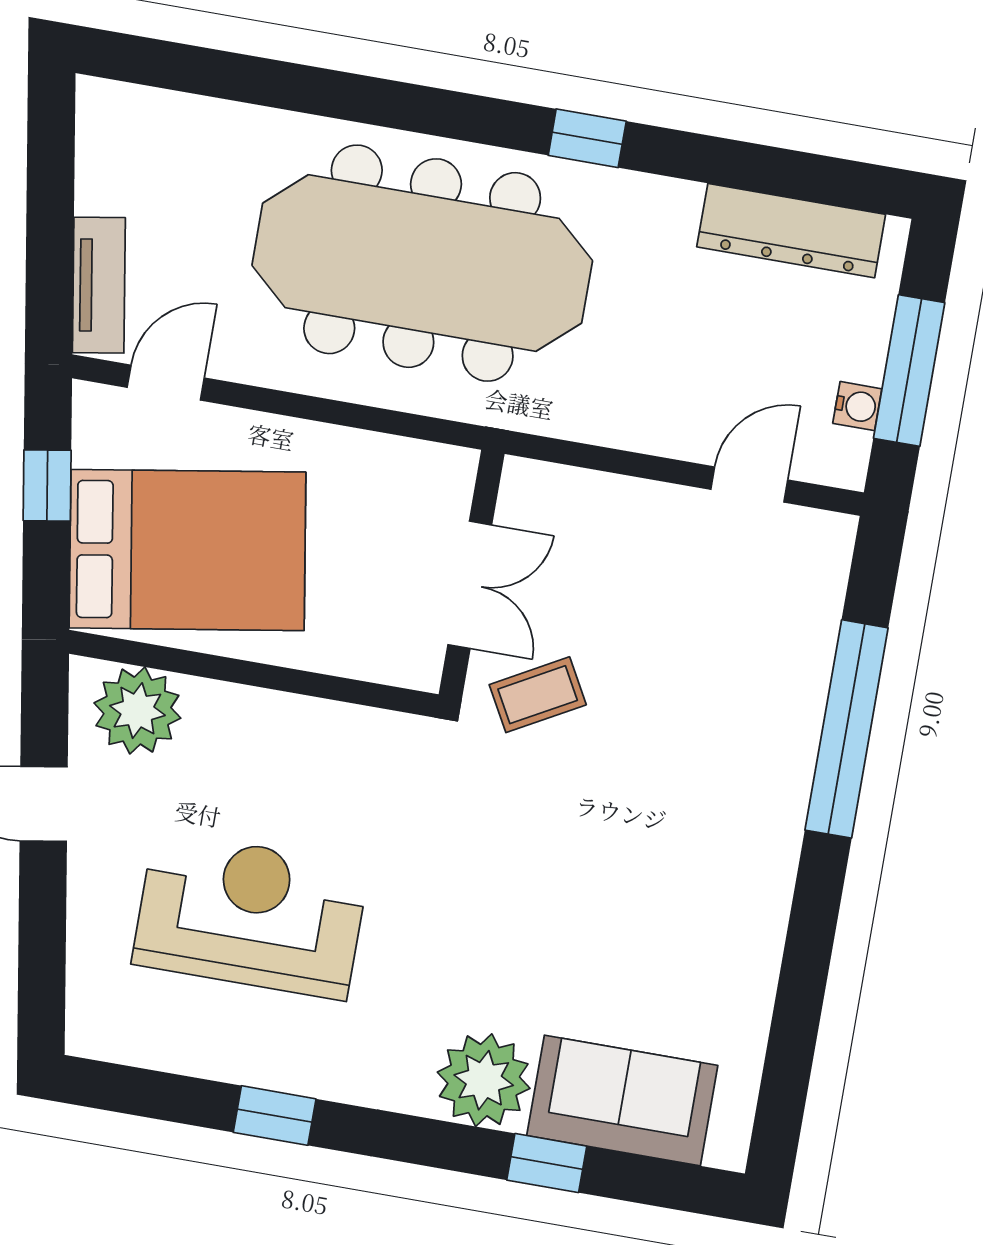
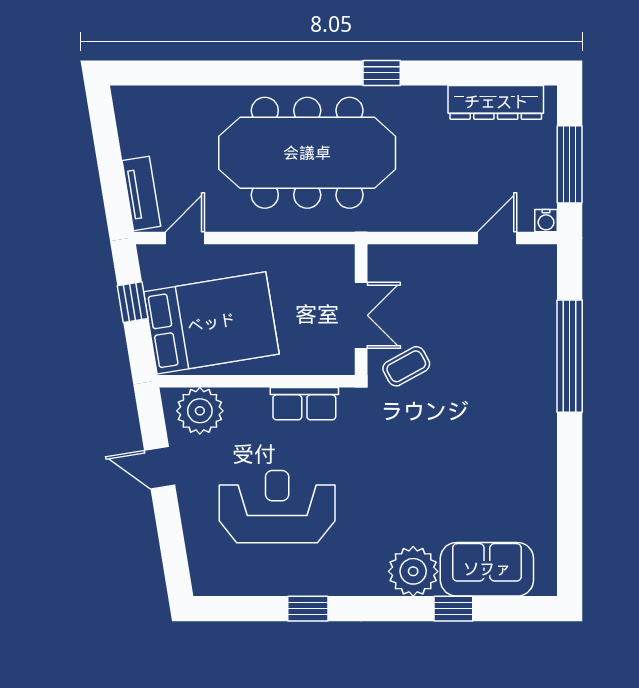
water cooler: (857, 406) -> (546, 221), moved, turned 90
row of seats: (335, 731) -> (304, 404), added

